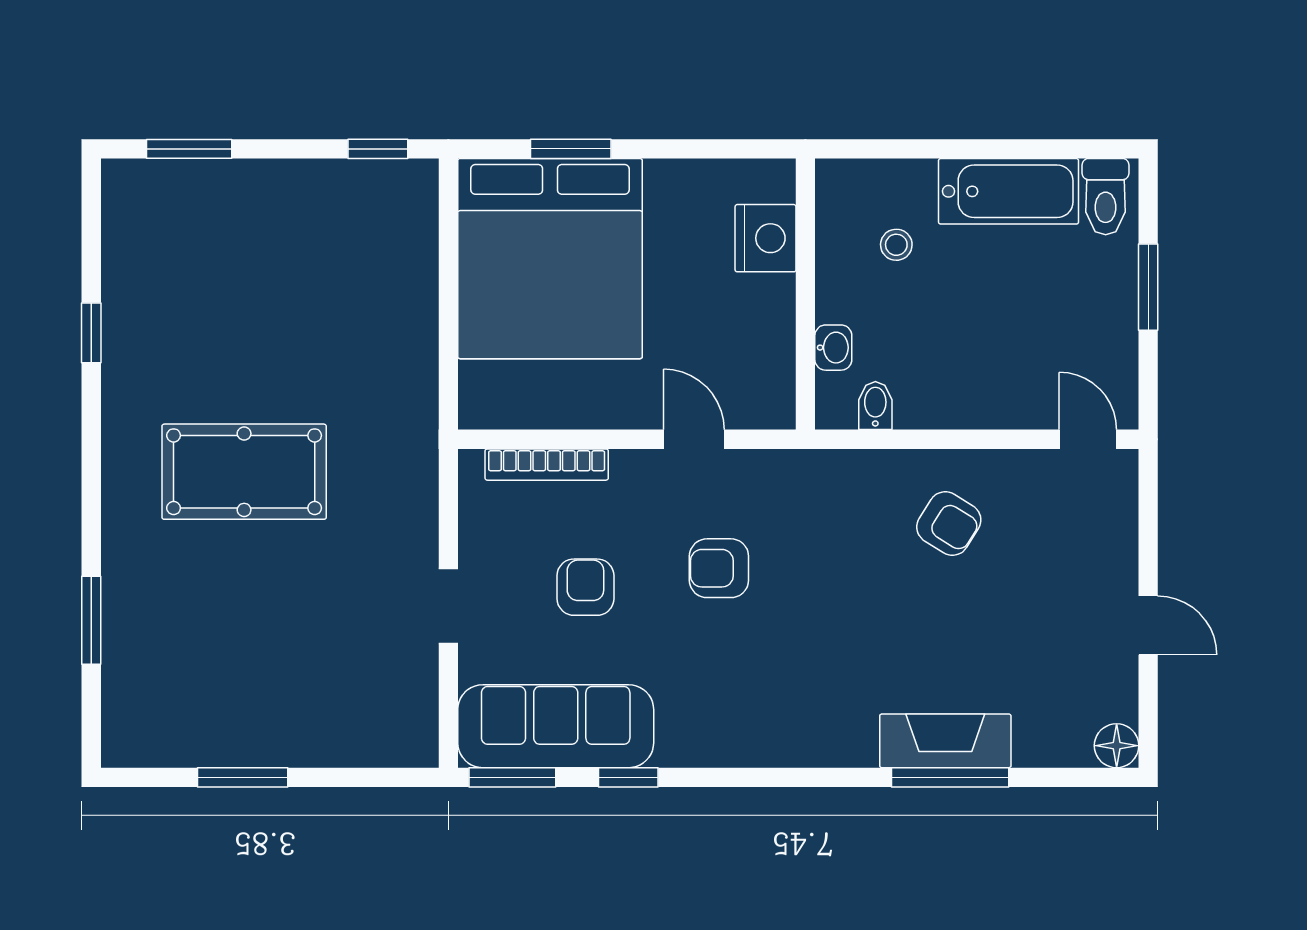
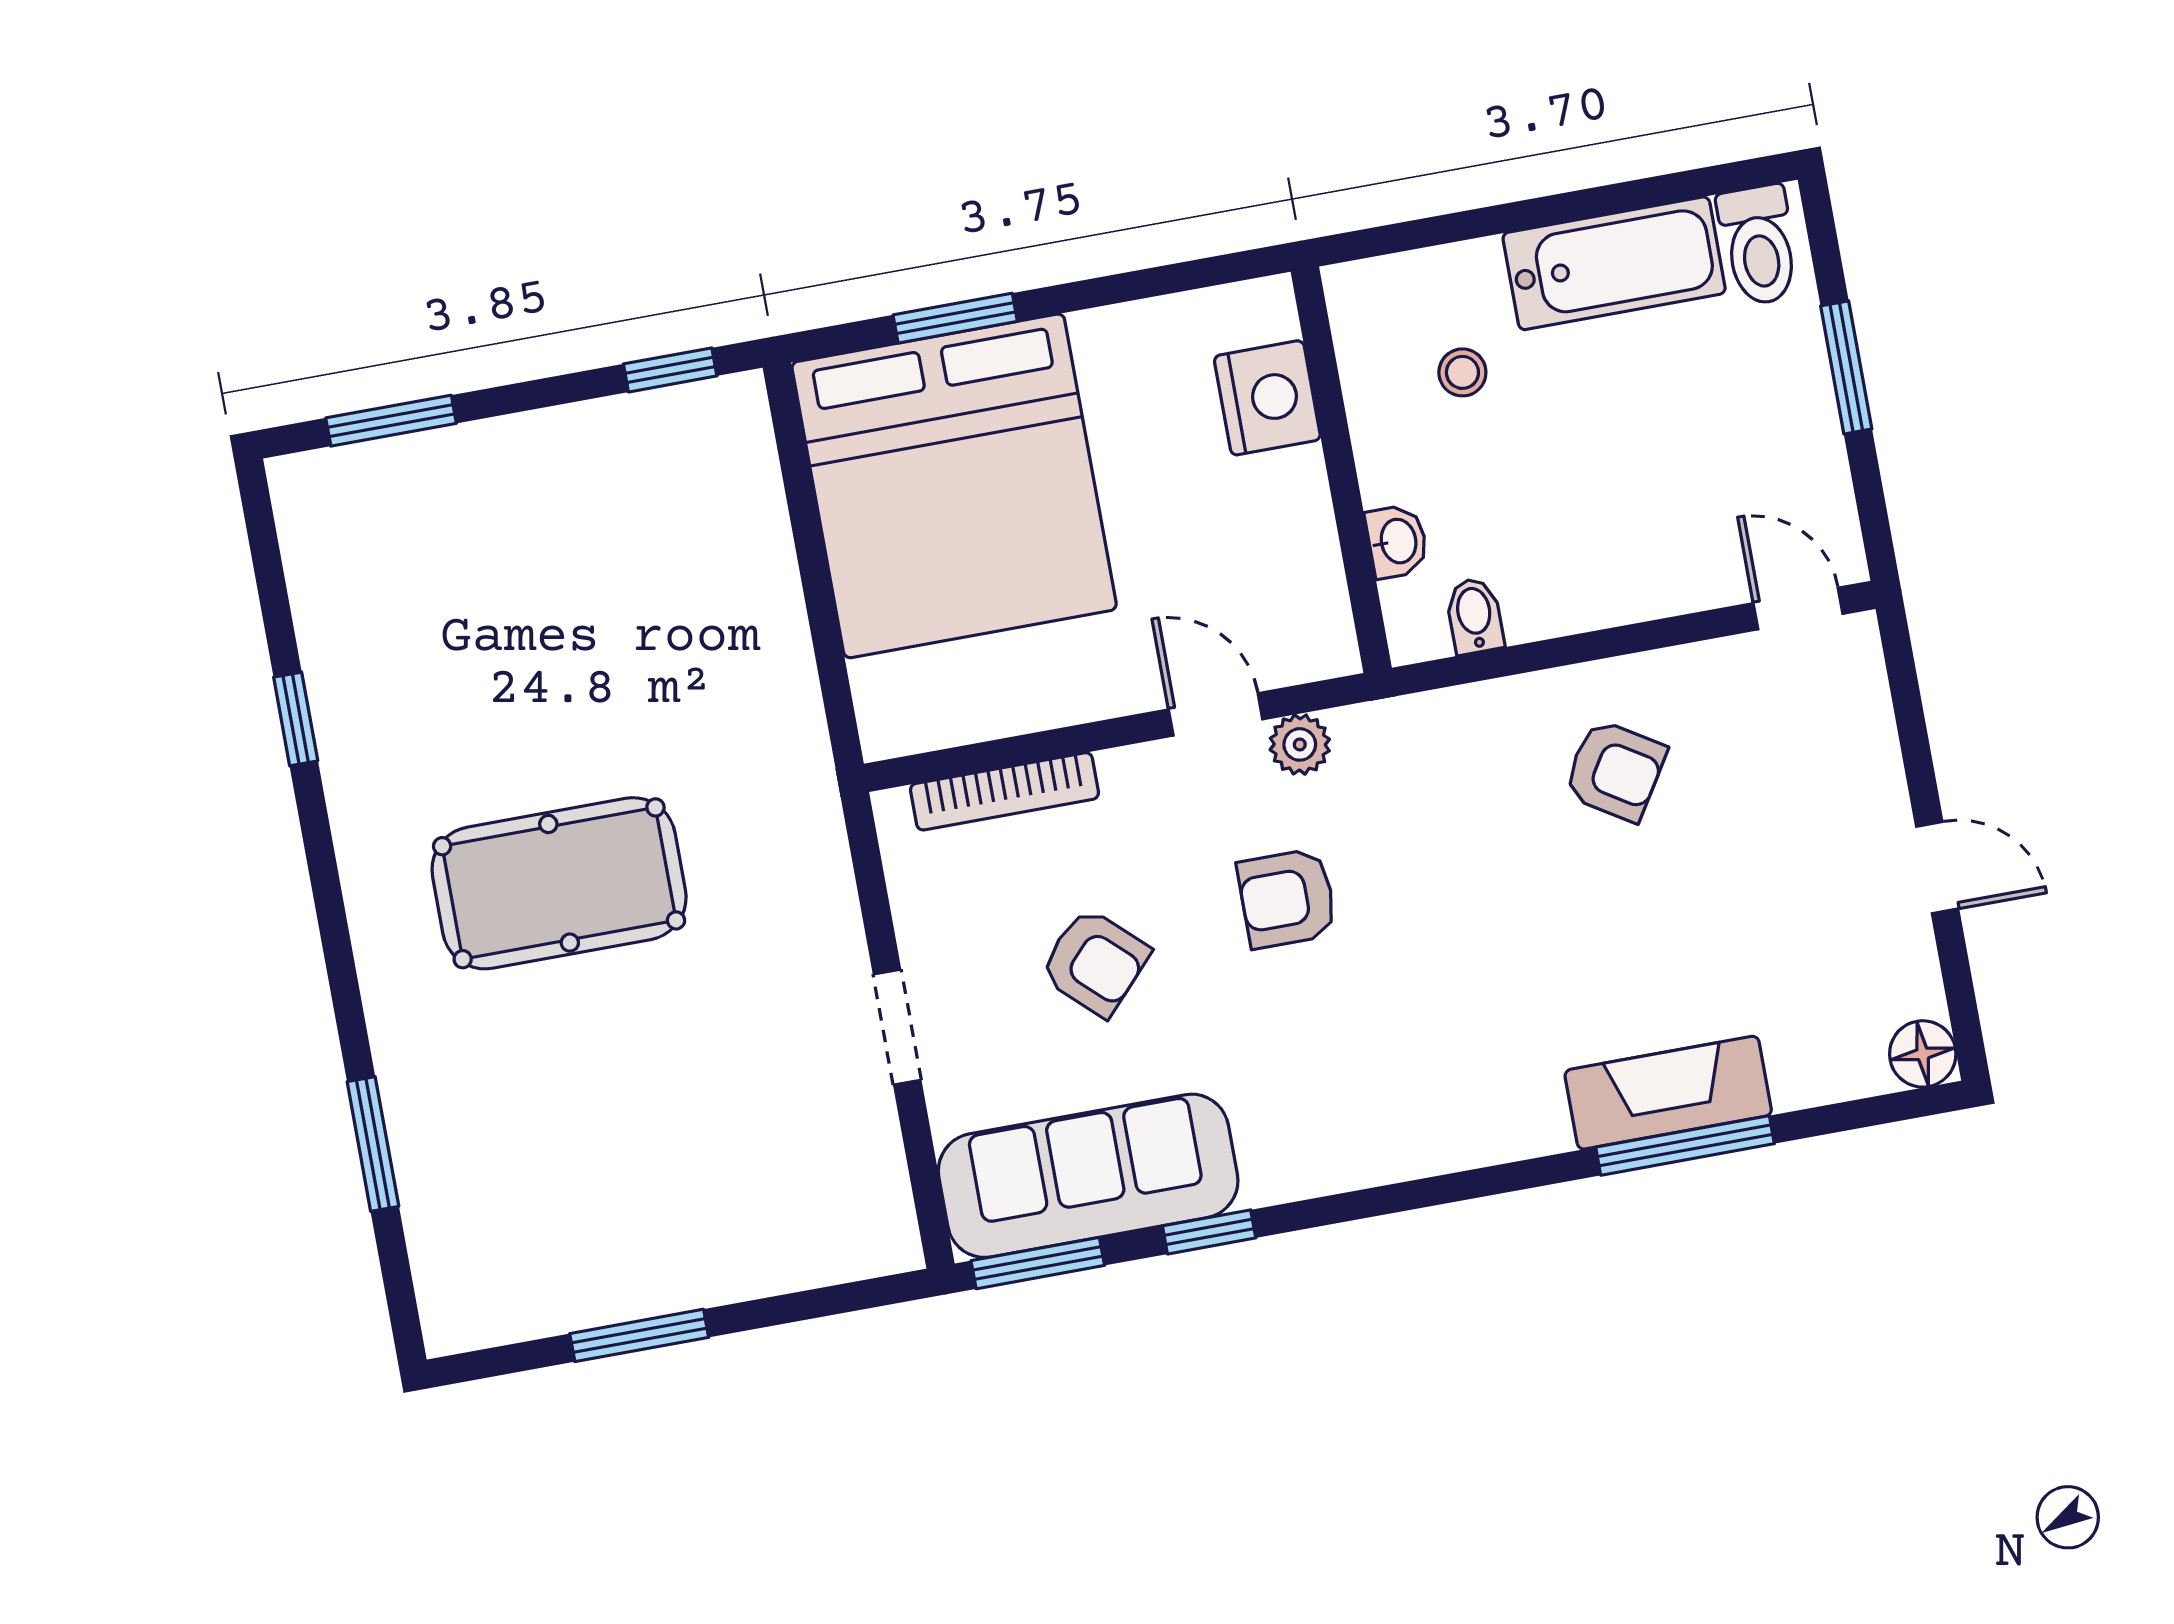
plant: (746, 469) -> (1300, 744), added
armchair: (585, 587) -> (1095, 962), turned 133

